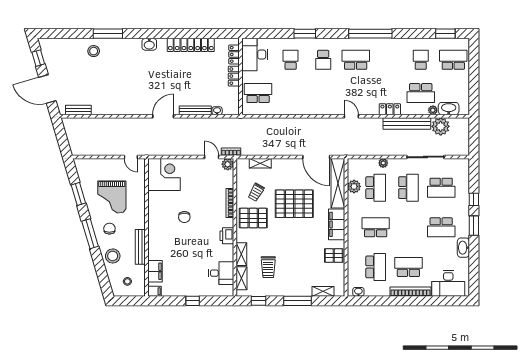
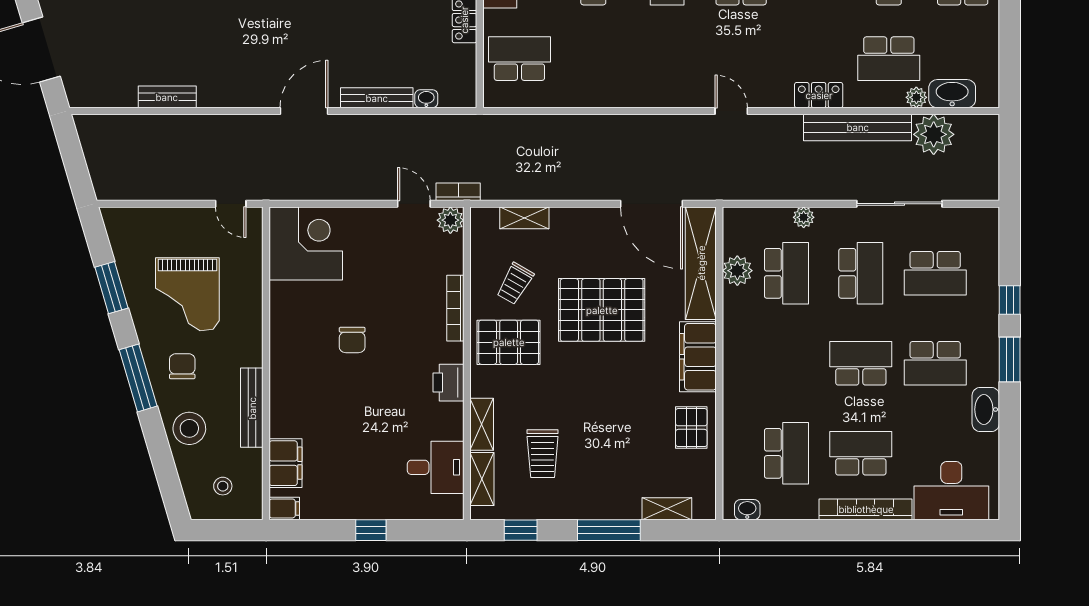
bench: (78, 110) -> (167, 97), moved
school desk: (376, 227) -> (861, 363), moved
pallet: (334, 256) -> (691, 428), turned 90

